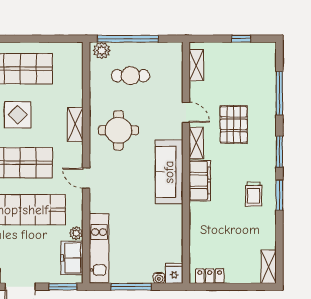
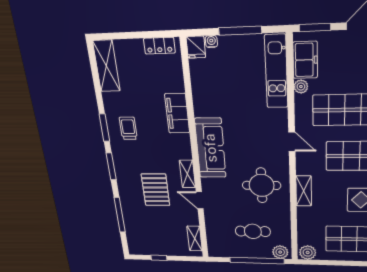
plant: (72, 51) -> (308, 252), added
filing cabinet: (200, 181) -> (177, 113), moved
shelving: (269, 267) -> (106, 66), width x1.50, depth x1.33

